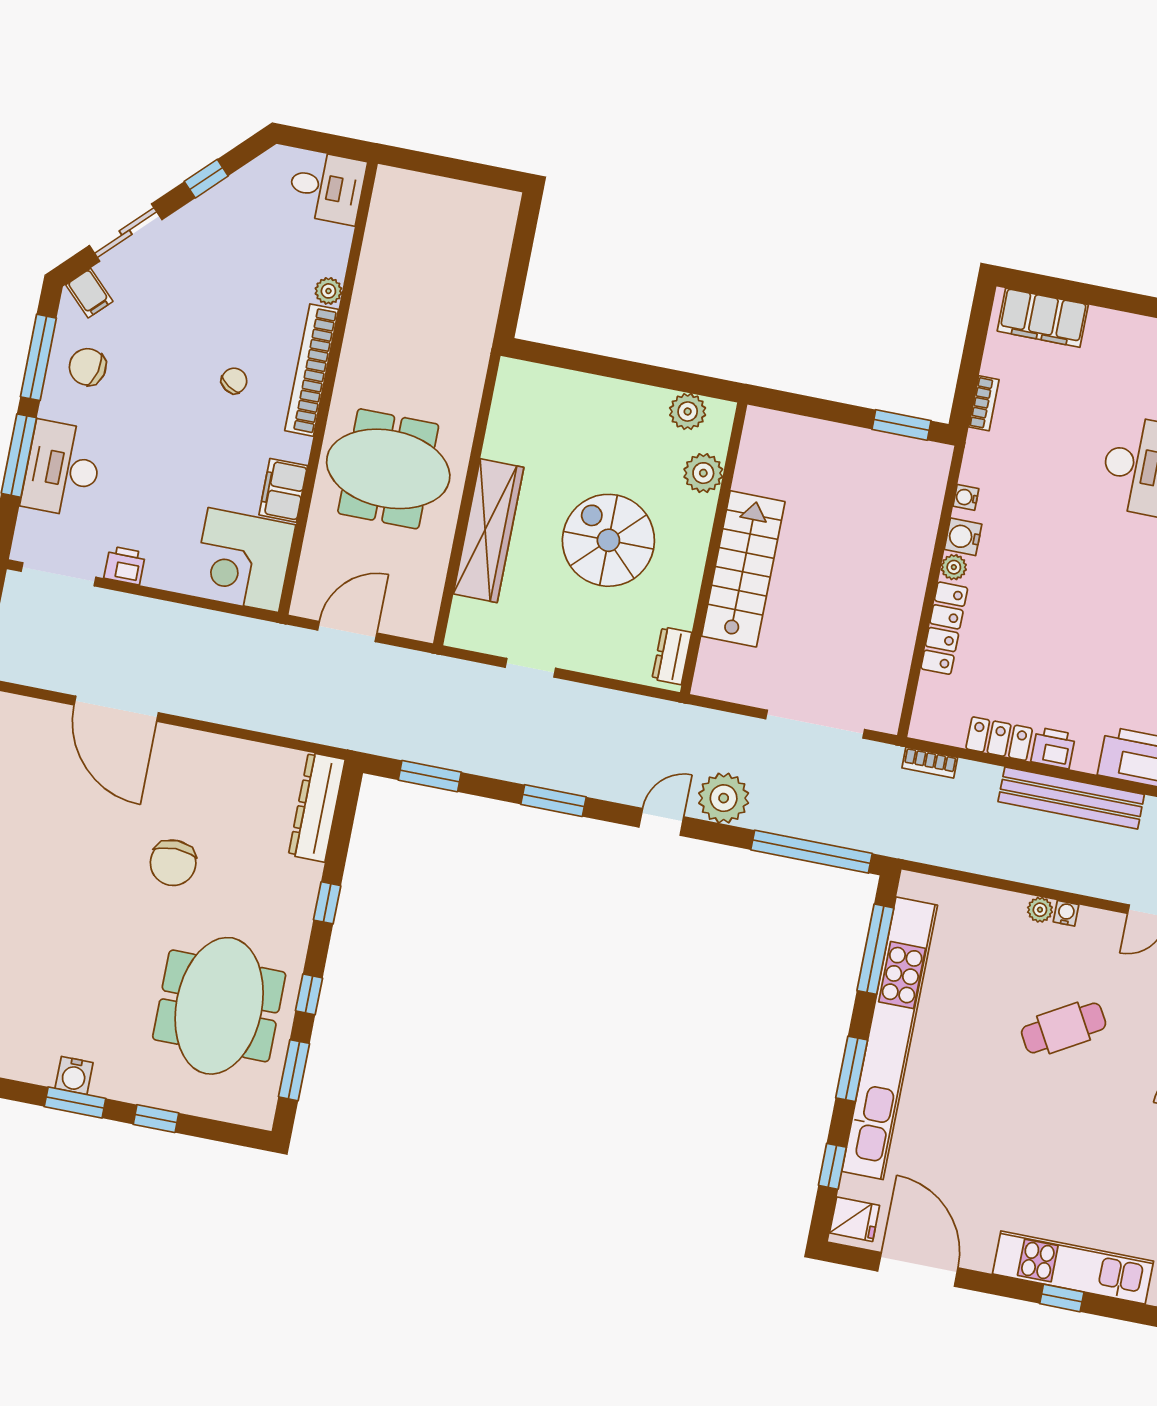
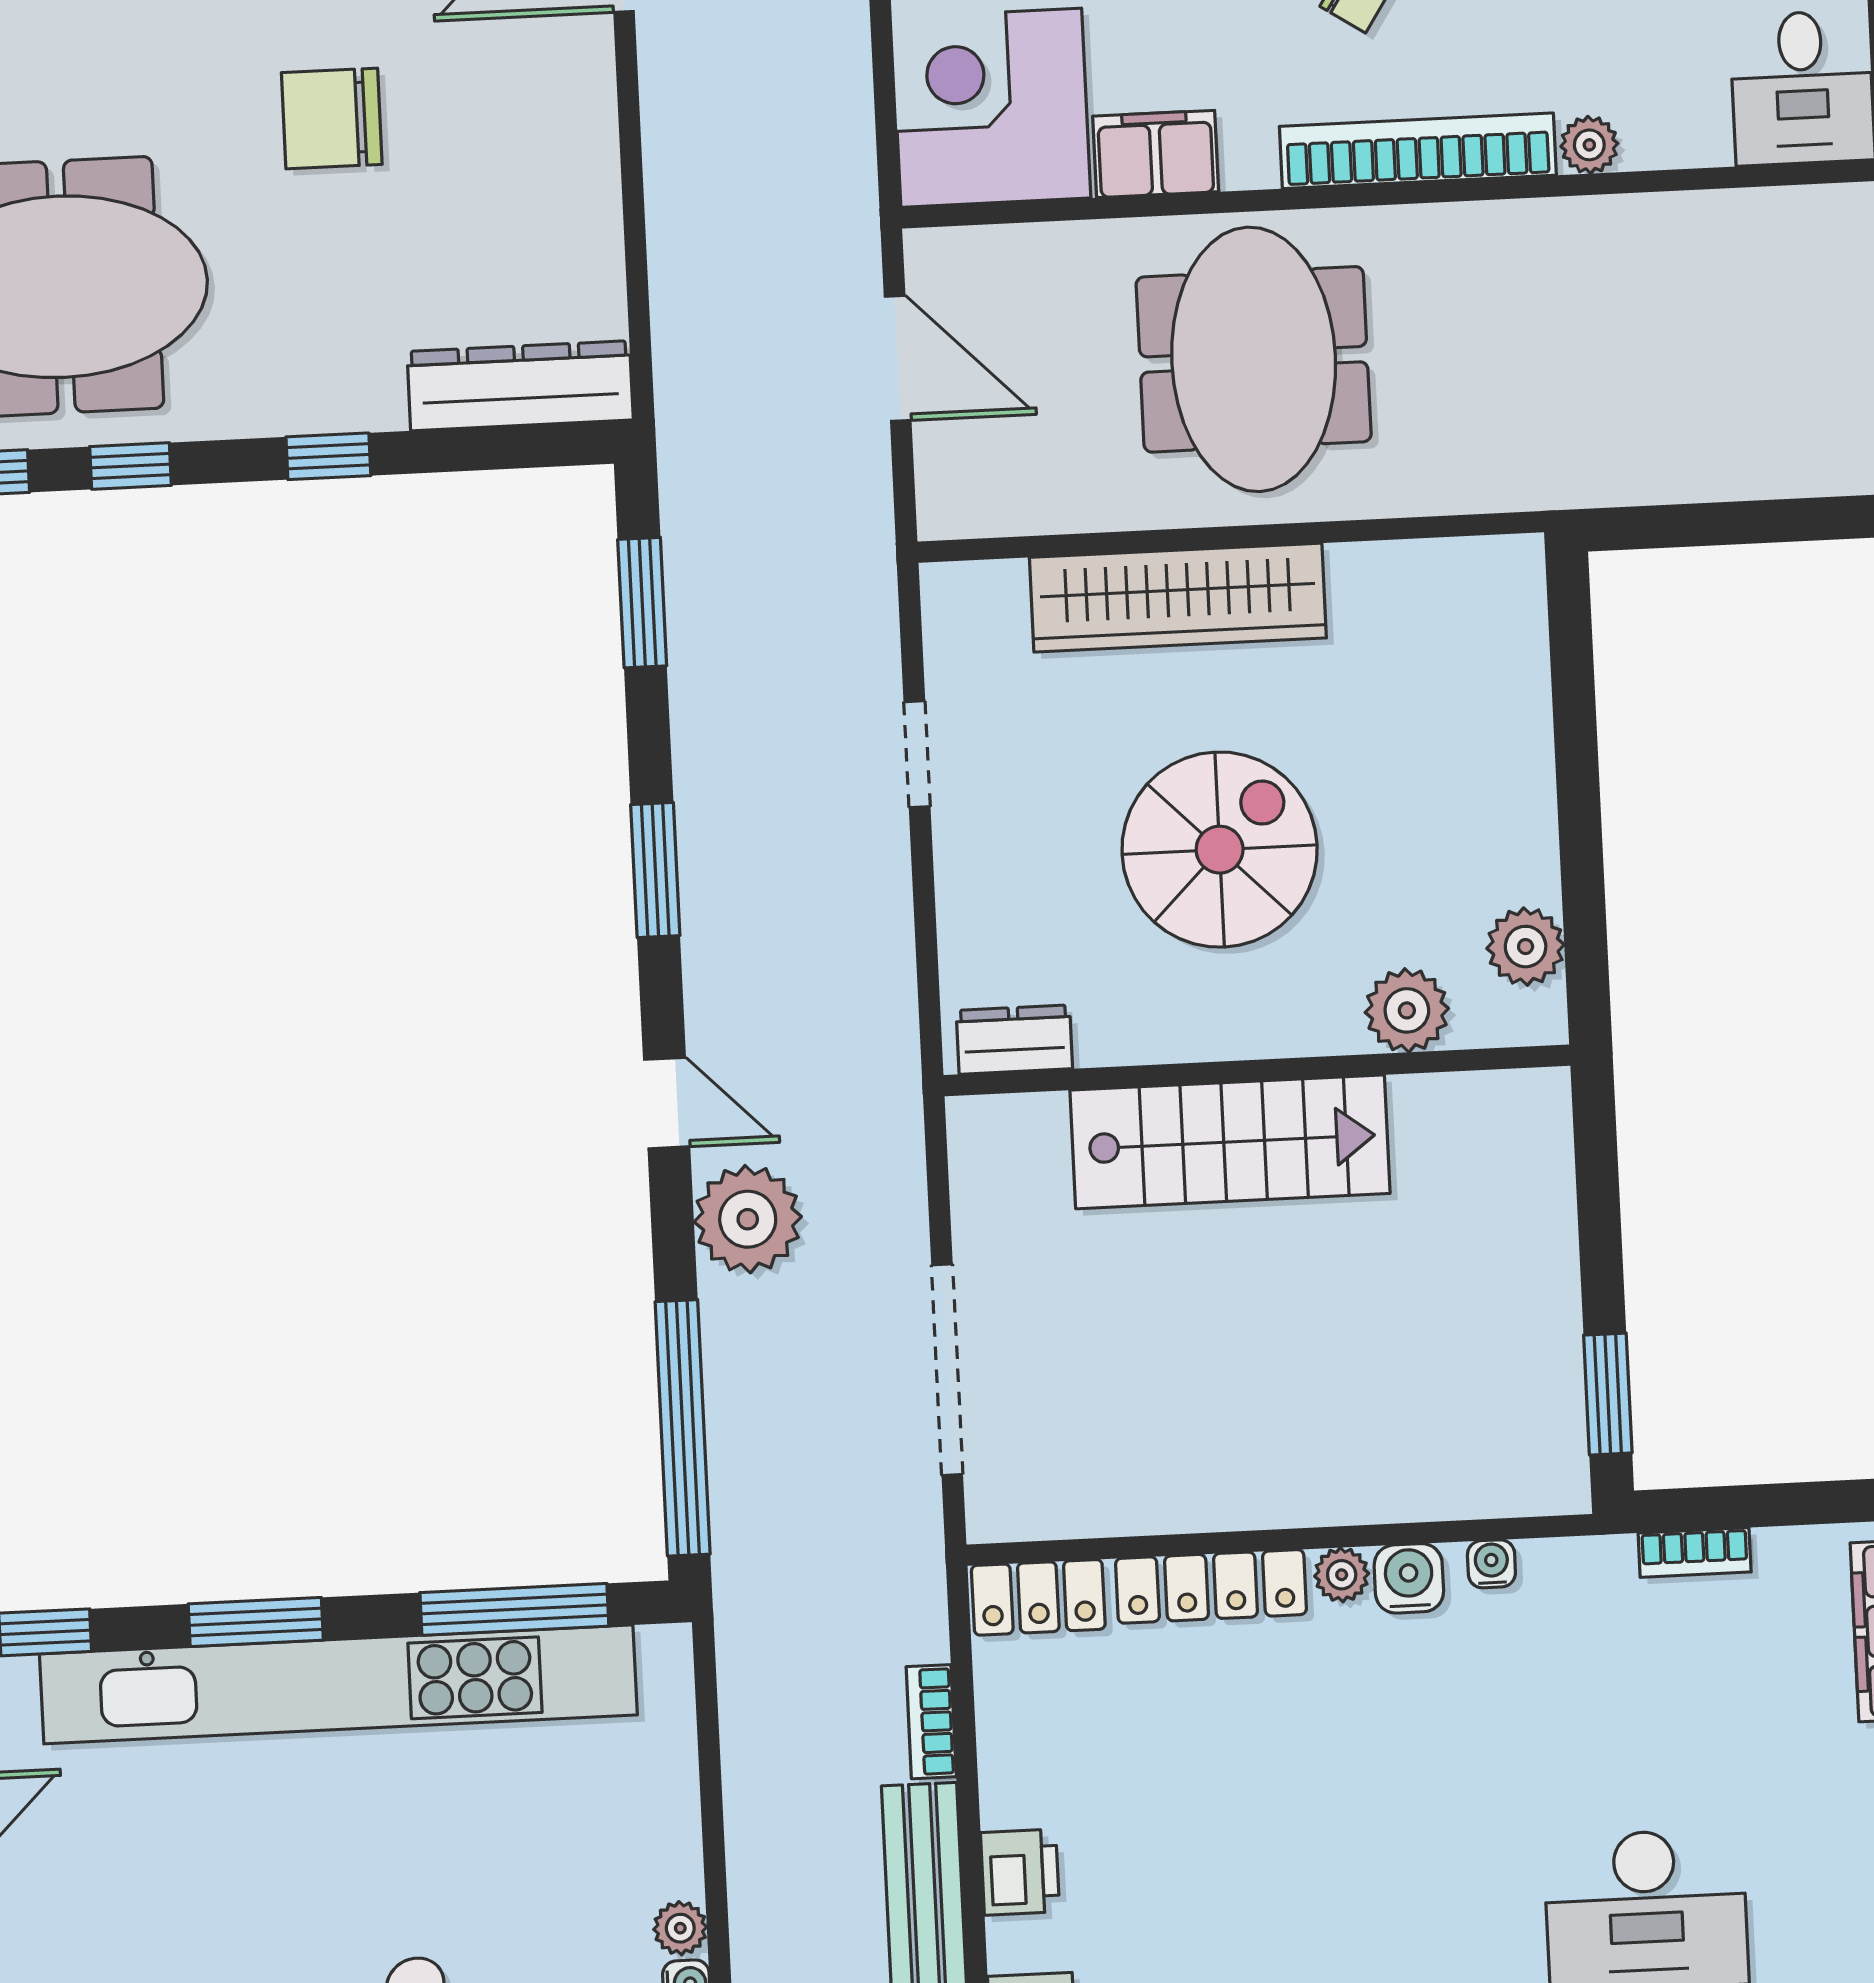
locker: (999, 739) -> (1038, 1597), moved, turned 90
bookcase: (930, 763) -> (931, 1722), moved

